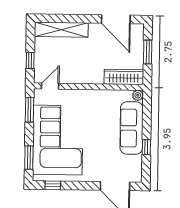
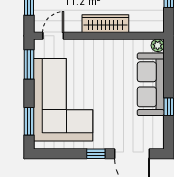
wardrobe: (124, 77) -> (105, 24), moved
window: (53, 185) -> (96, 154), moved

